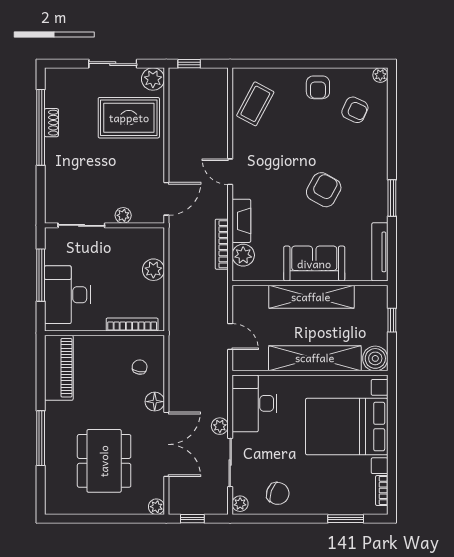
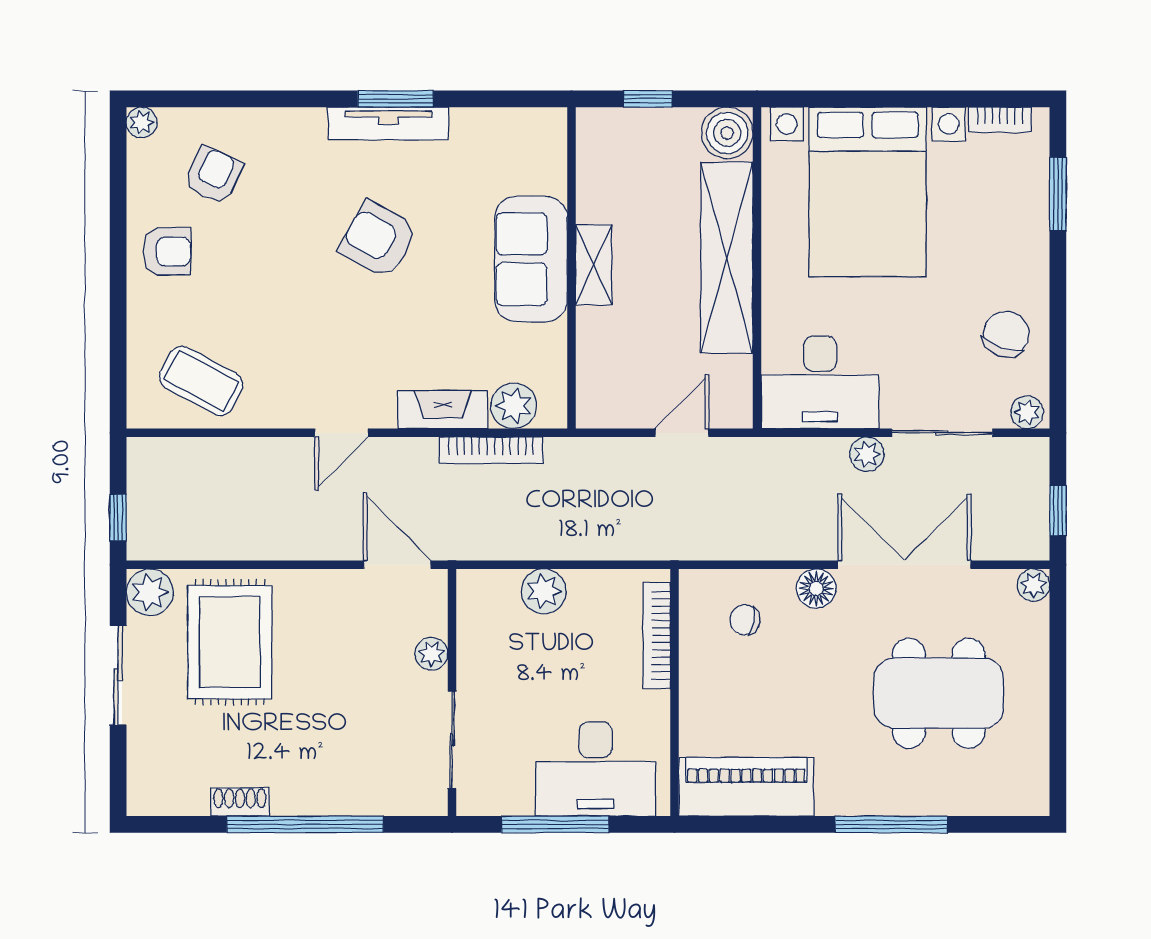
window: (41, 127) -> (305, 824), moved
tv unit: (380, 252) -> (388, 123), moved
shelving: (311, 297) -> (594, 265), width x0.45, depth x0.75

